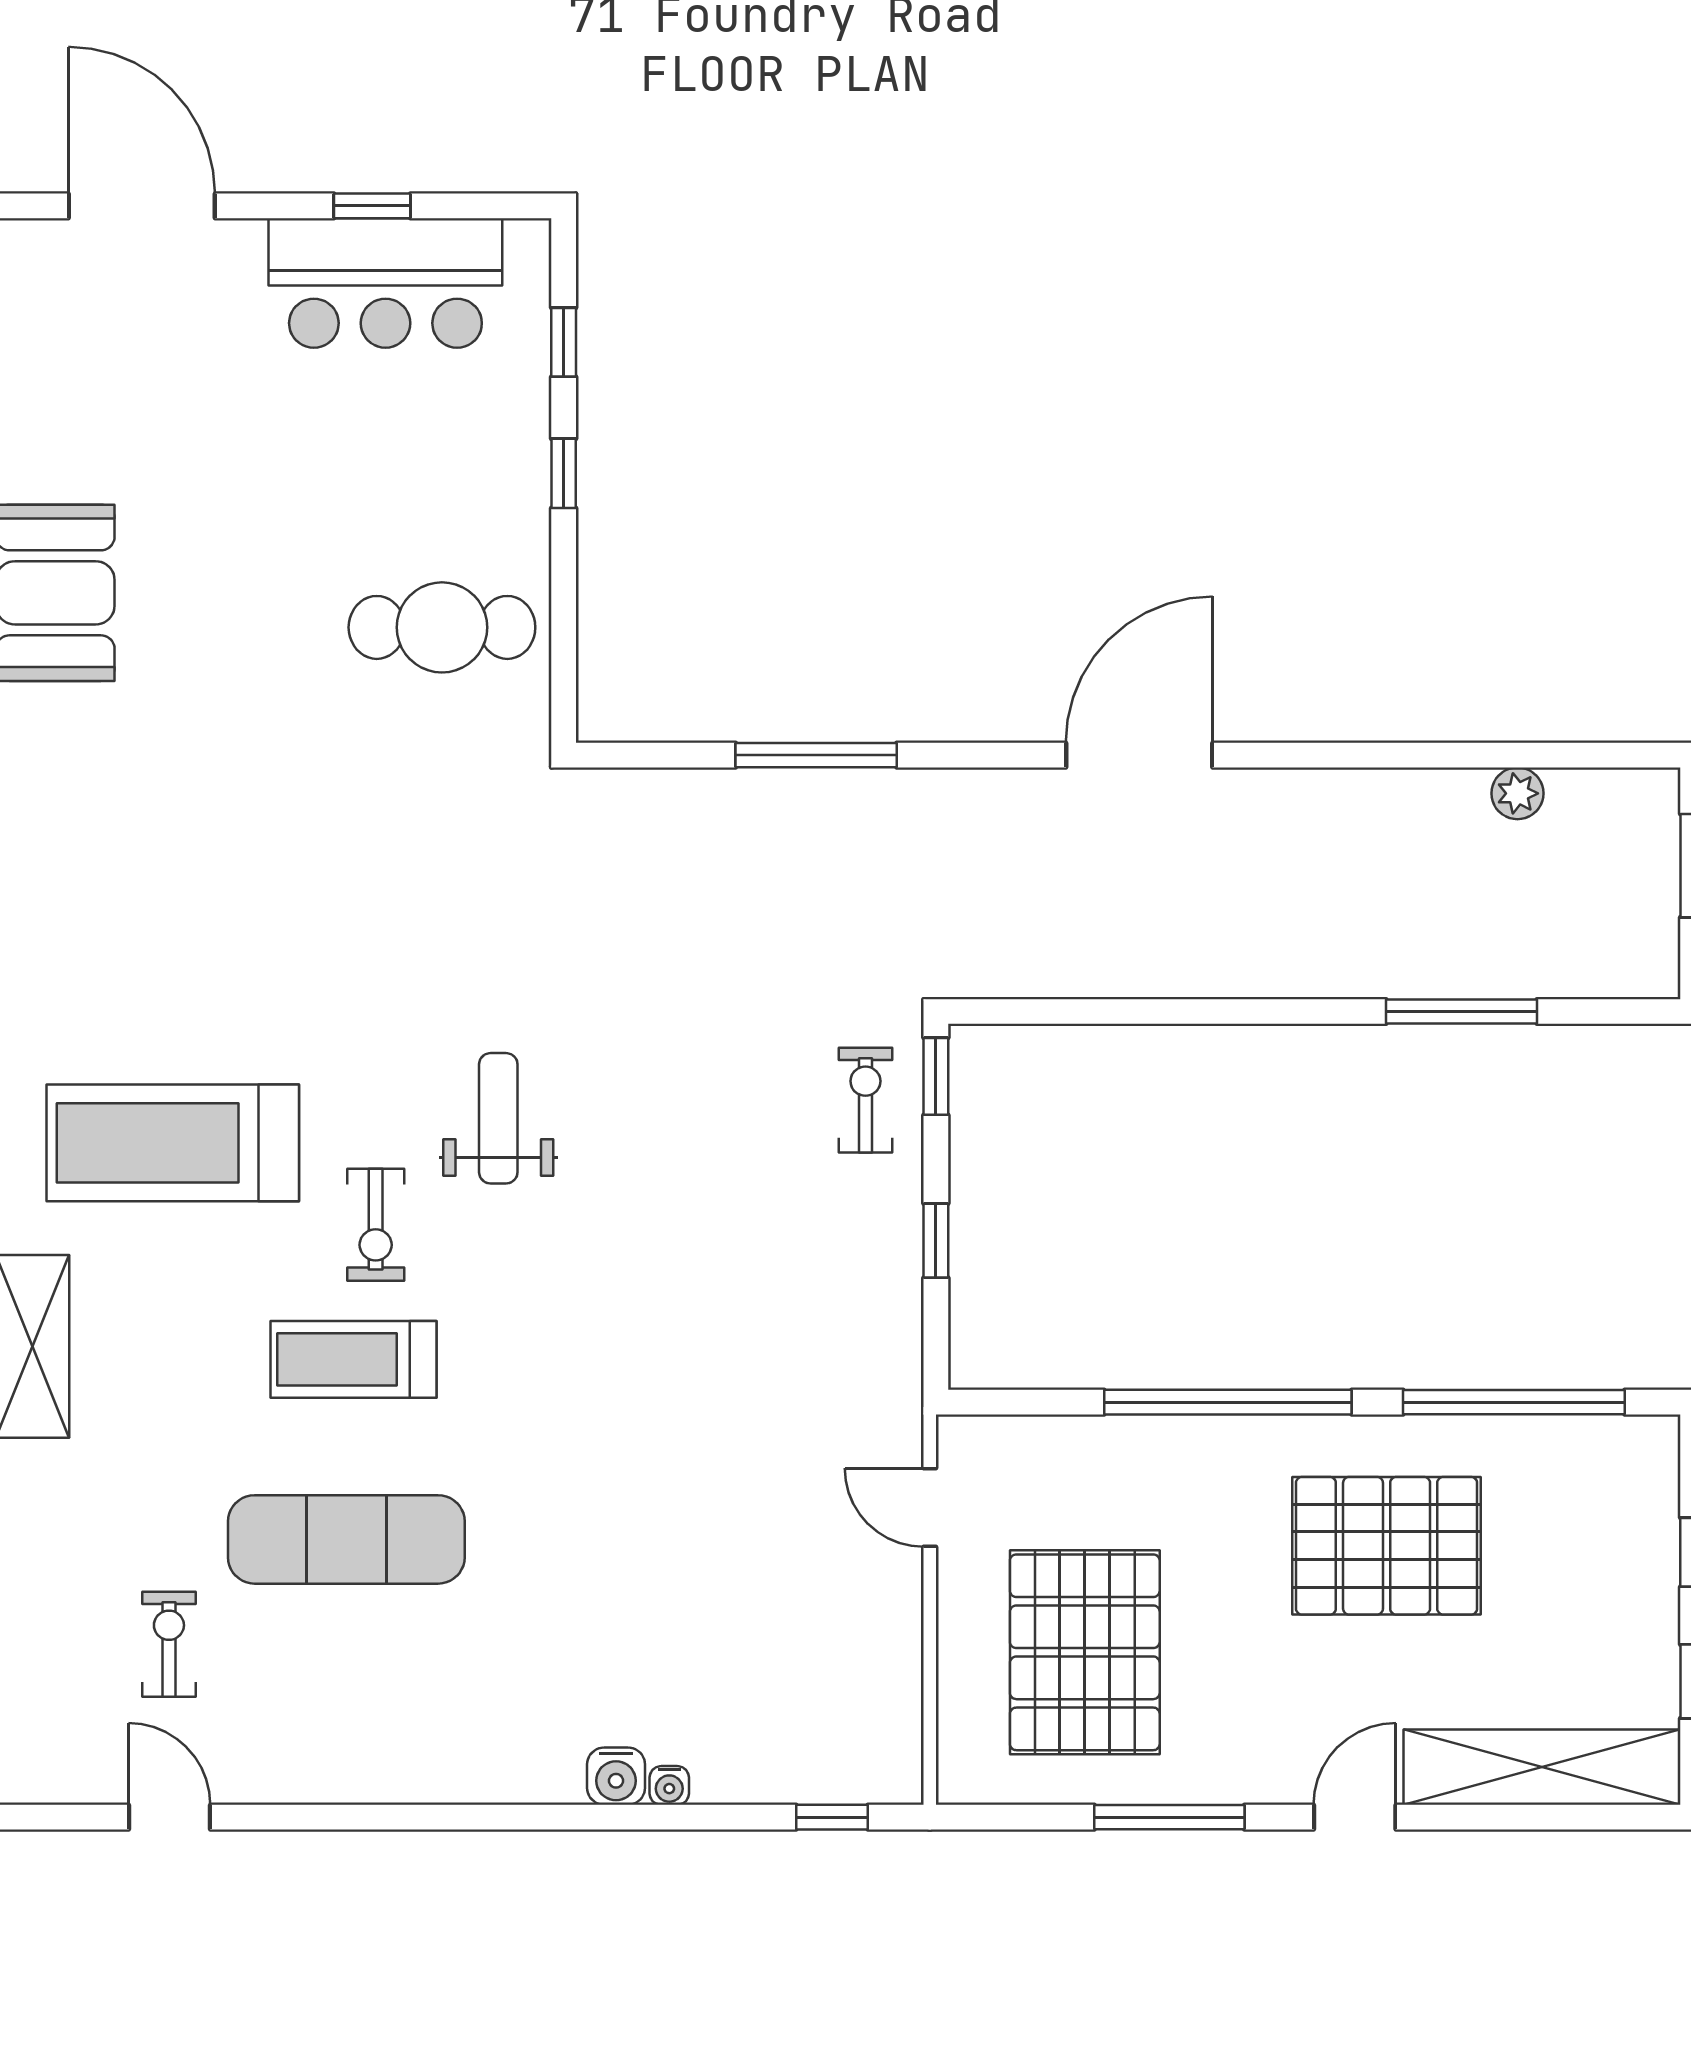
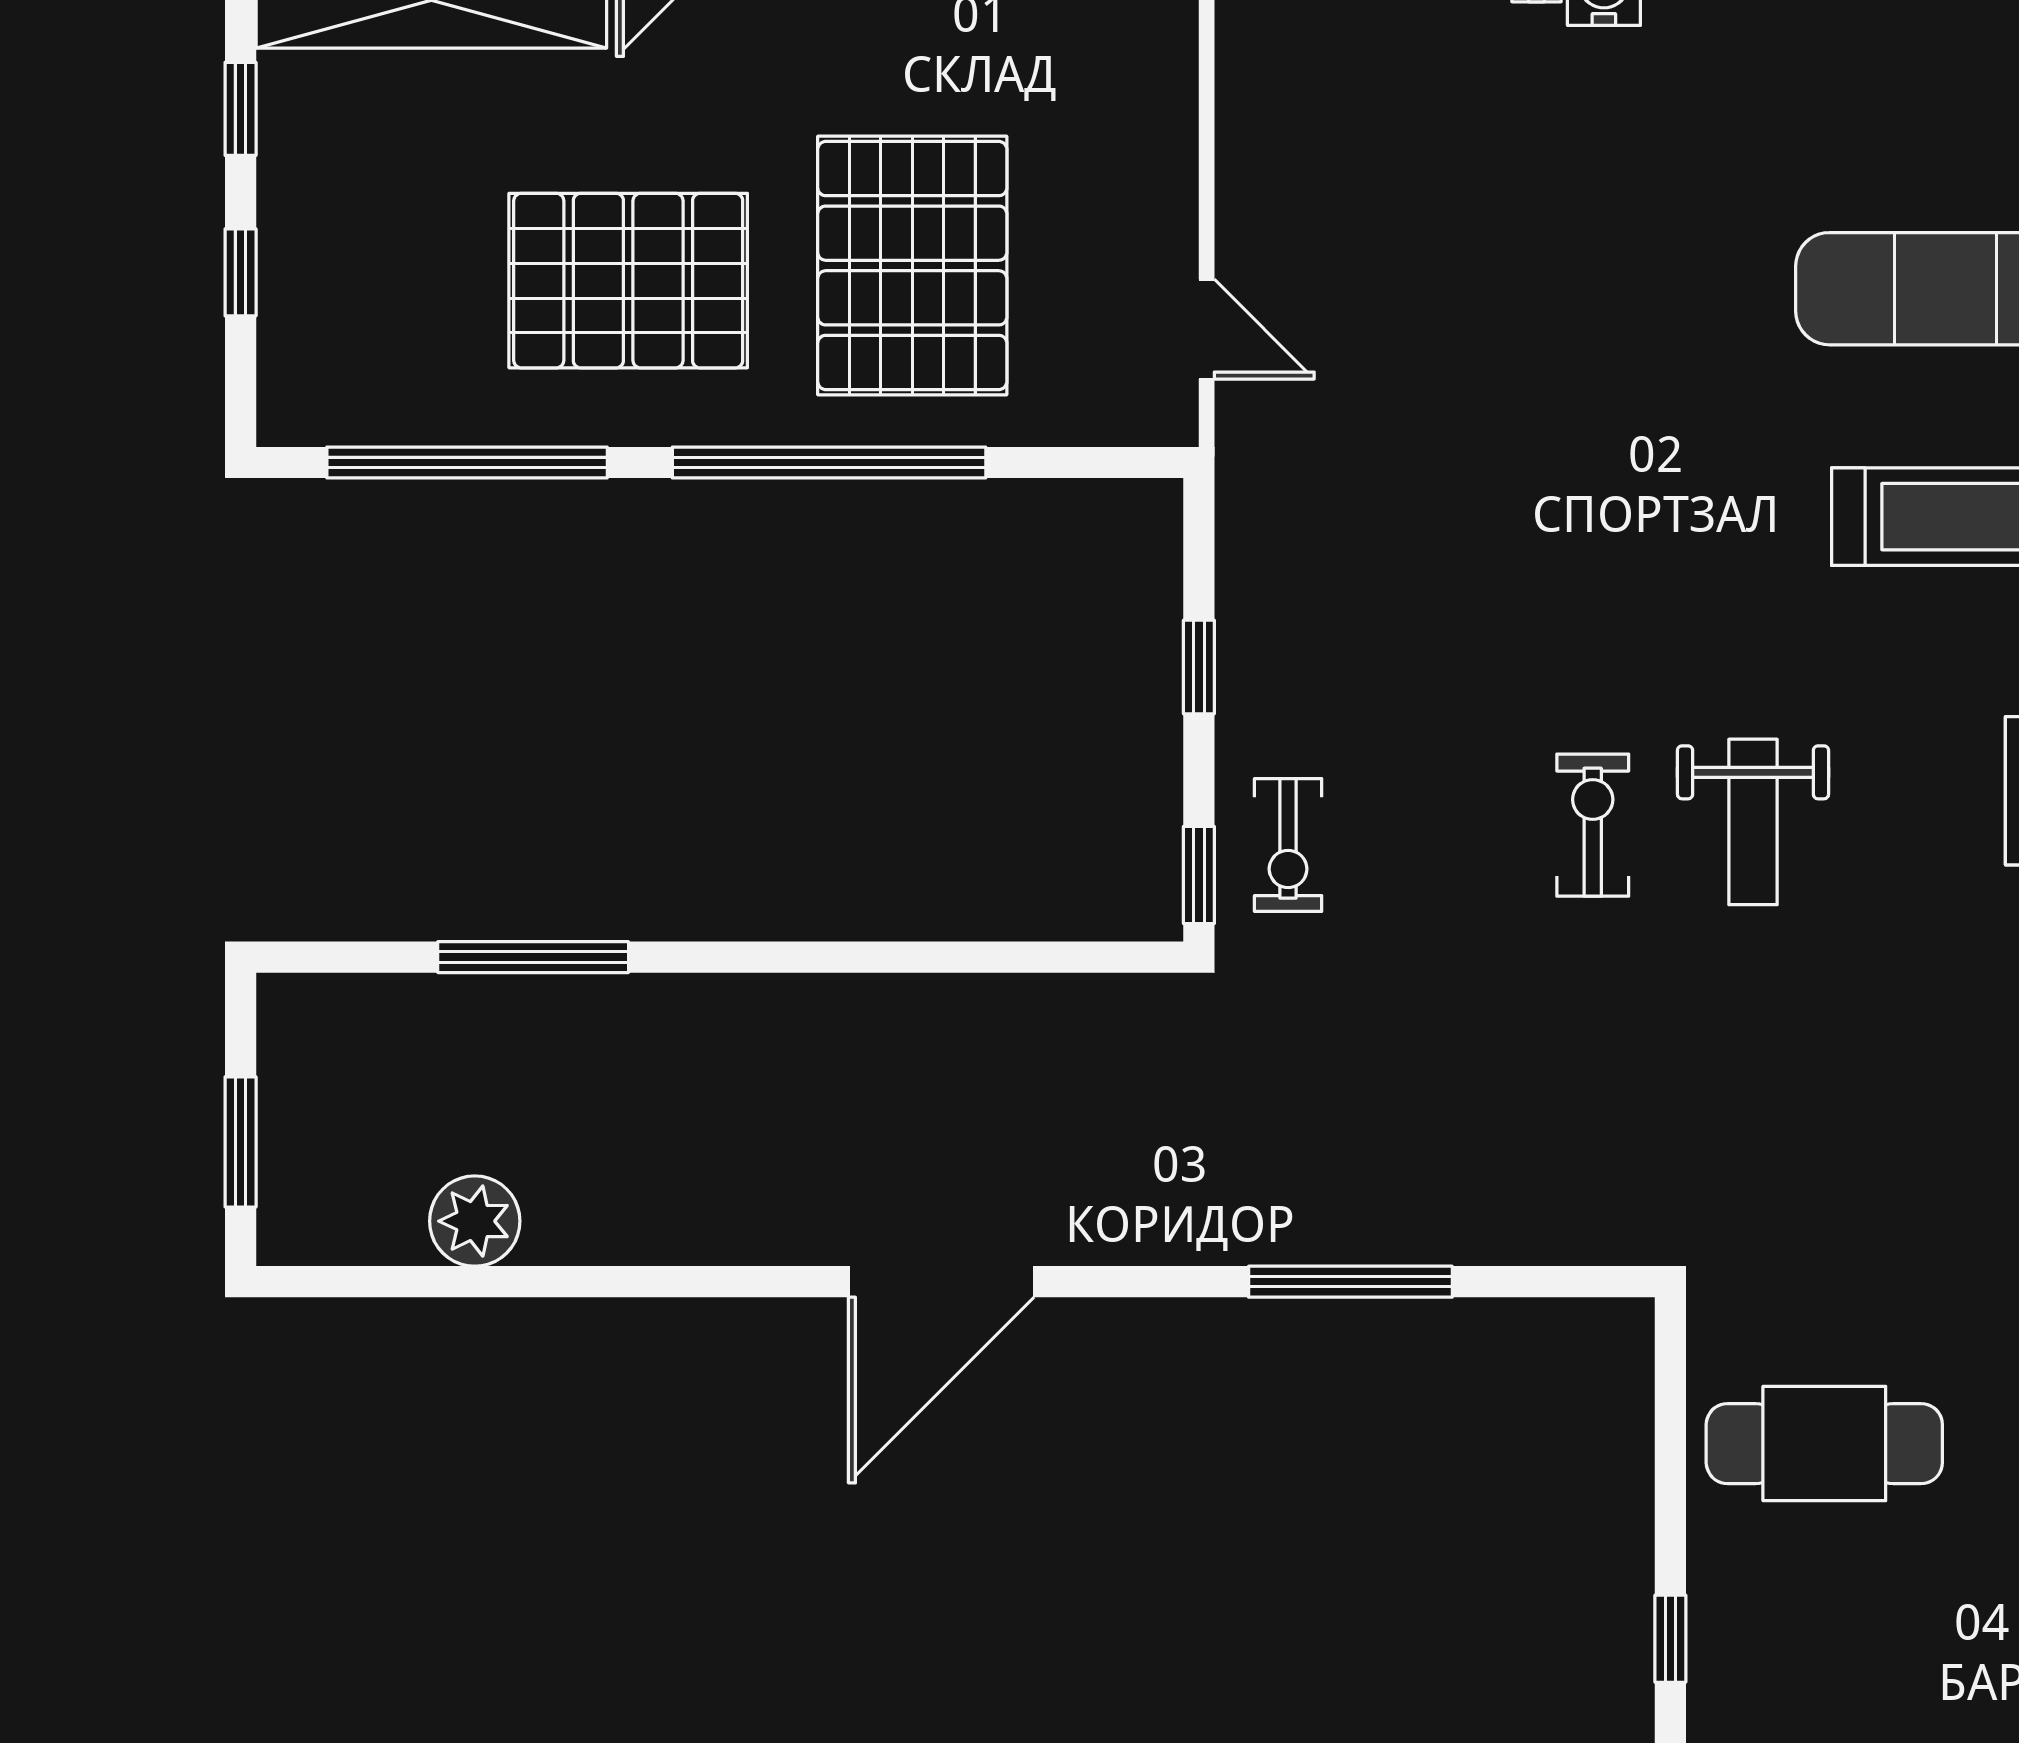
plant: (1517, 793) -> (475, 1221), width x1.38, depth x1.38
exercise bike: (376, 1225) -> (1593, 825), moved
pallet: (1085, 1652) -> (912, 265), moved

